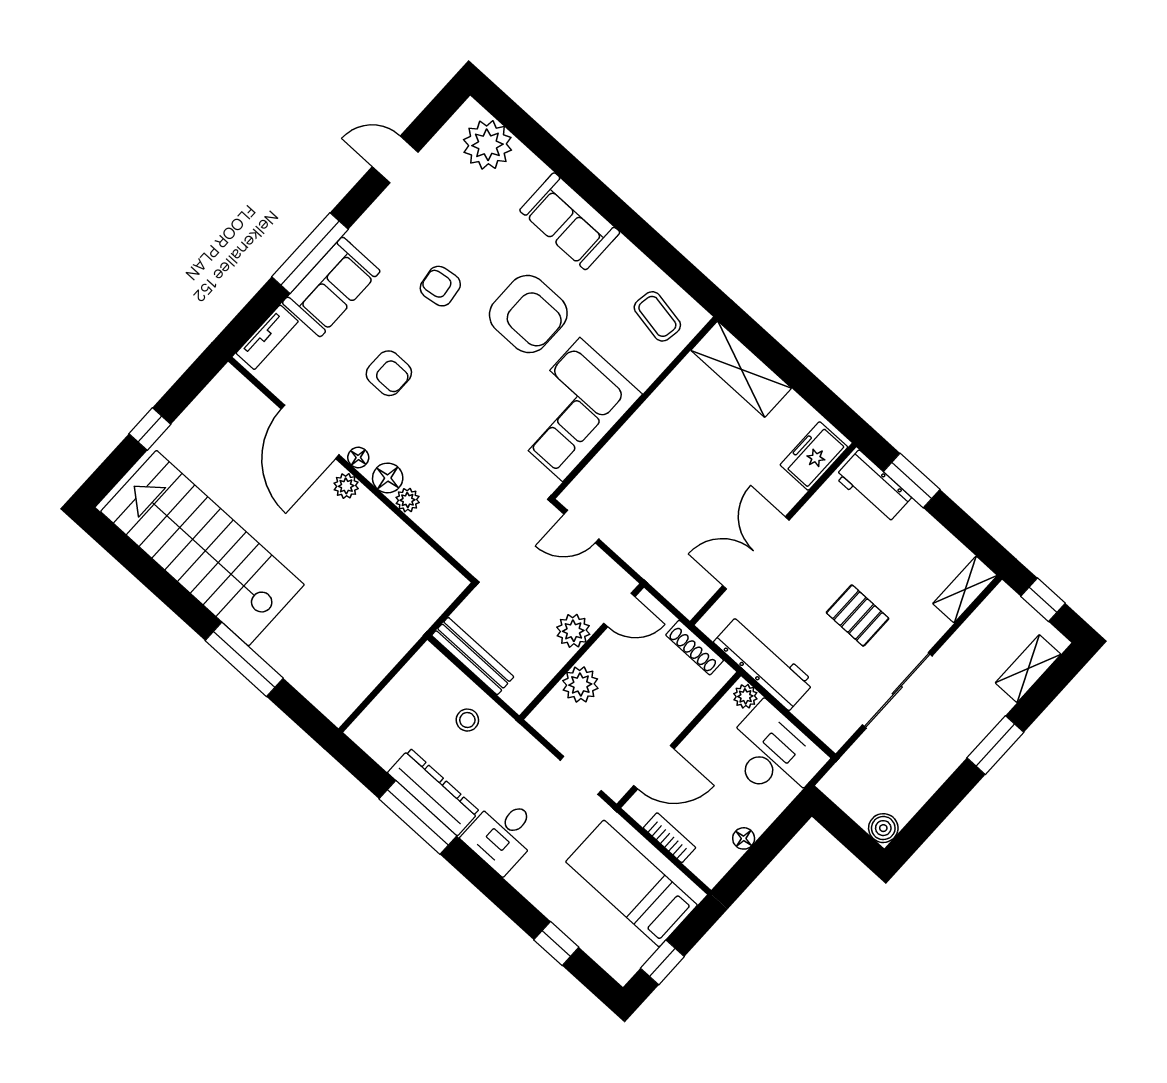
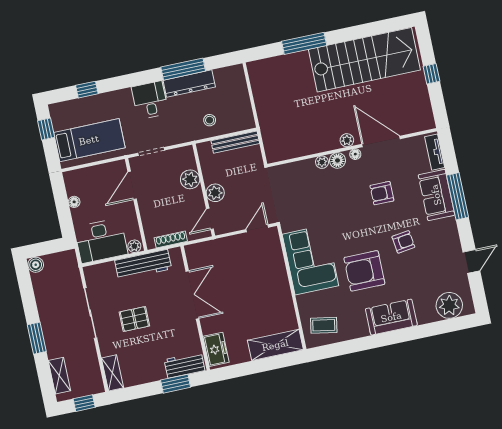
bookcase: (670, 838) -> (97, 170), removed

